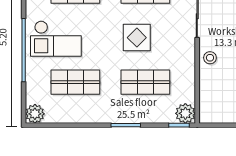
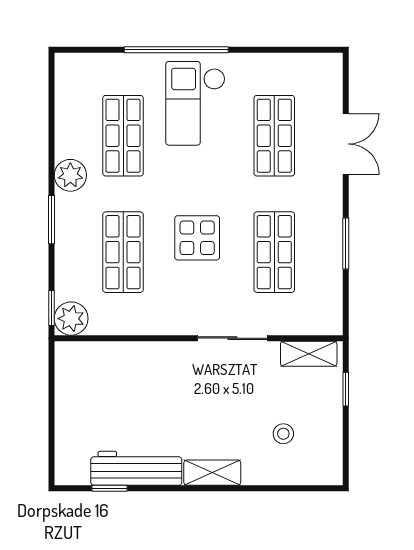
stool: (210, 58) -> (164, 359), removed
plant: (35, 114) -> (70, 175), moved

